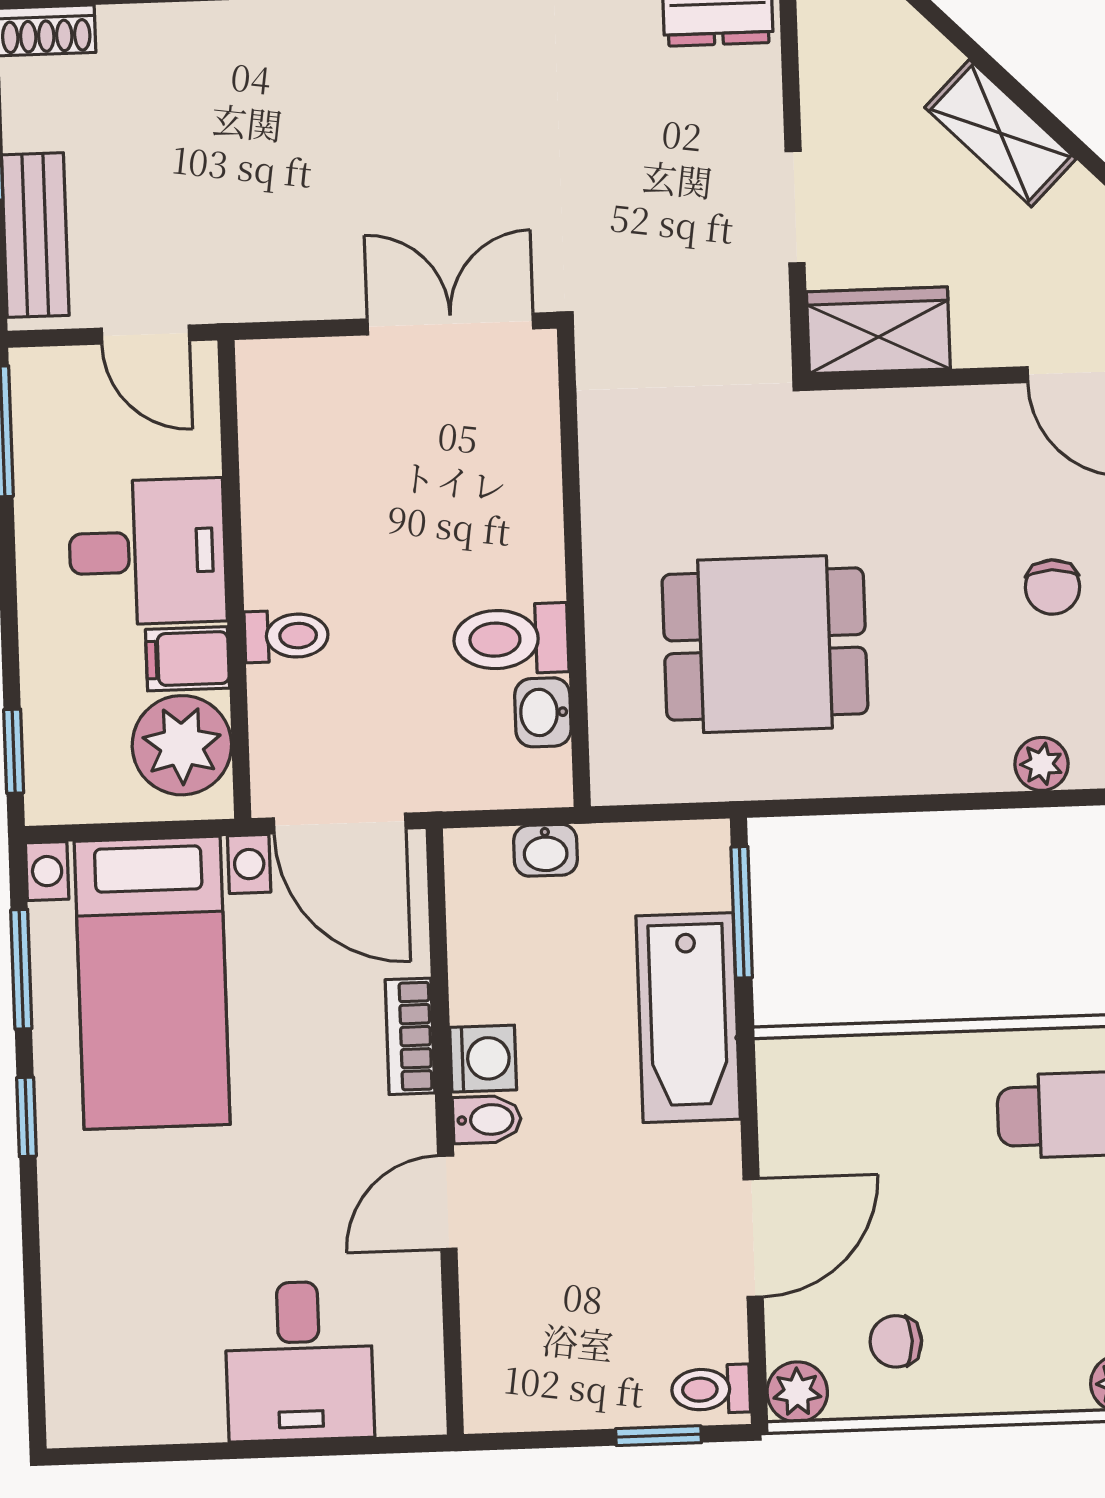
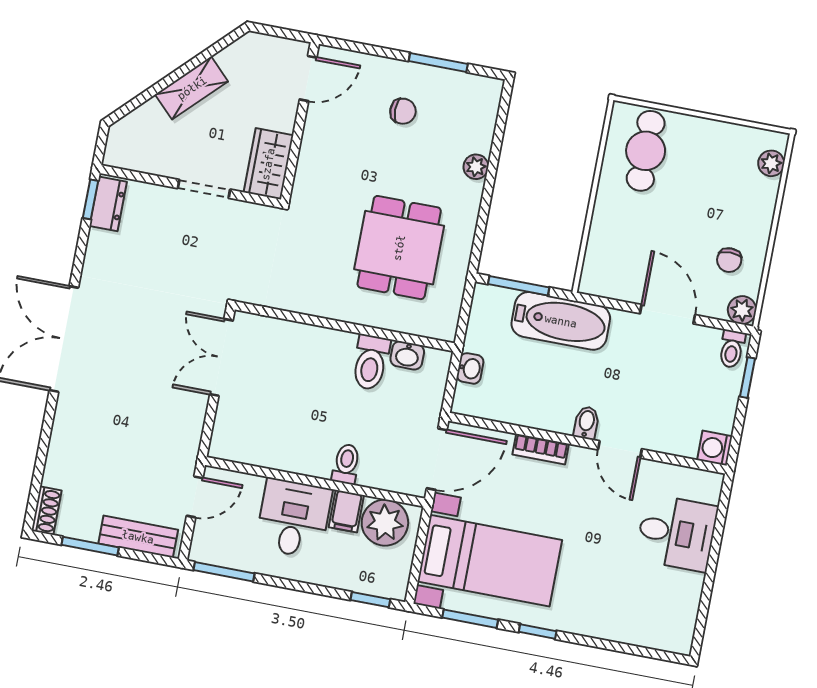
plant: (1042, 764) -> (476, 167), moved
washing machine: (483, 1059) -> (715, 448), moved, turned -90

